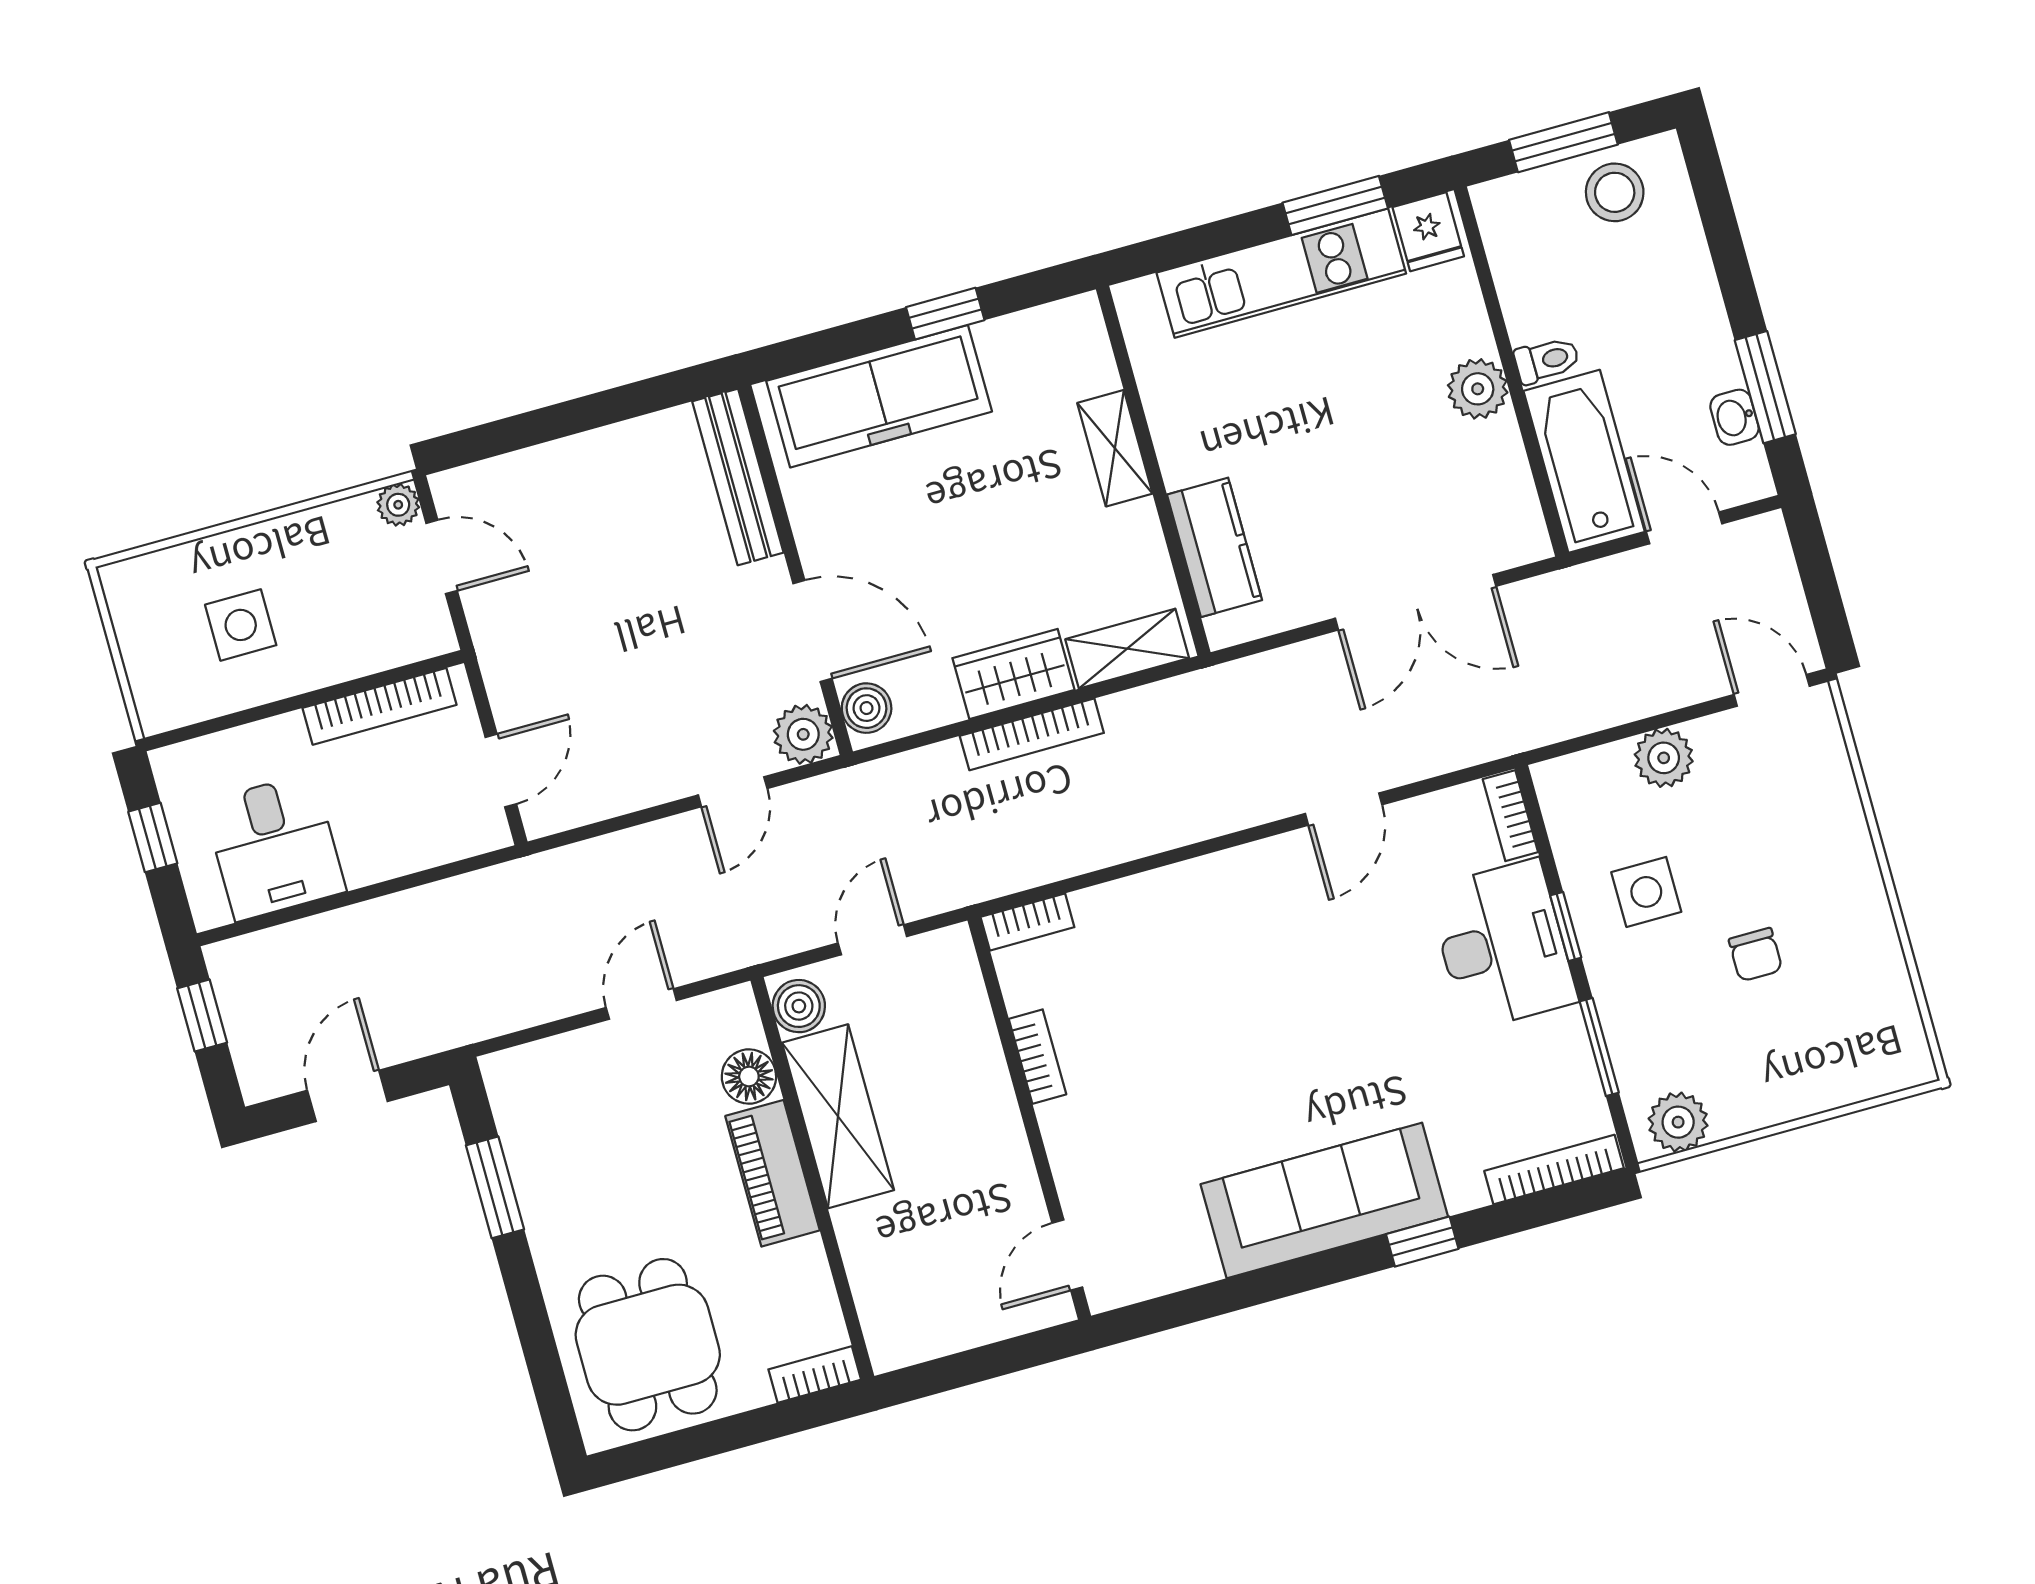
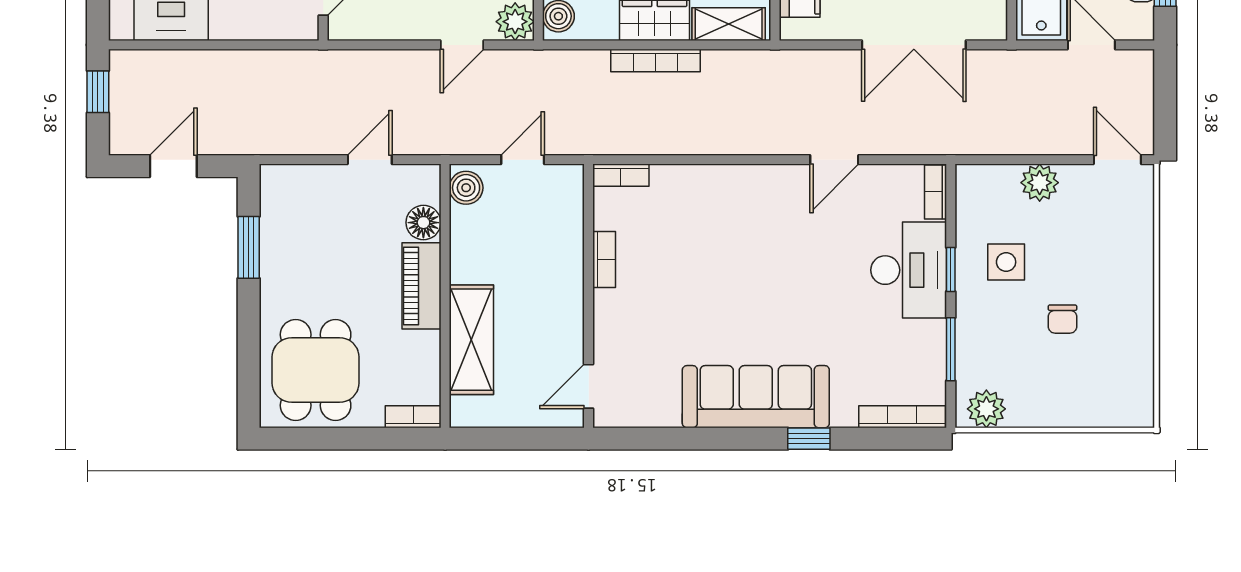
shelving: (838, 1116) -> (471, 340), moved

